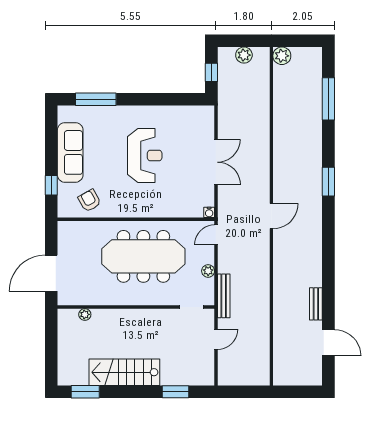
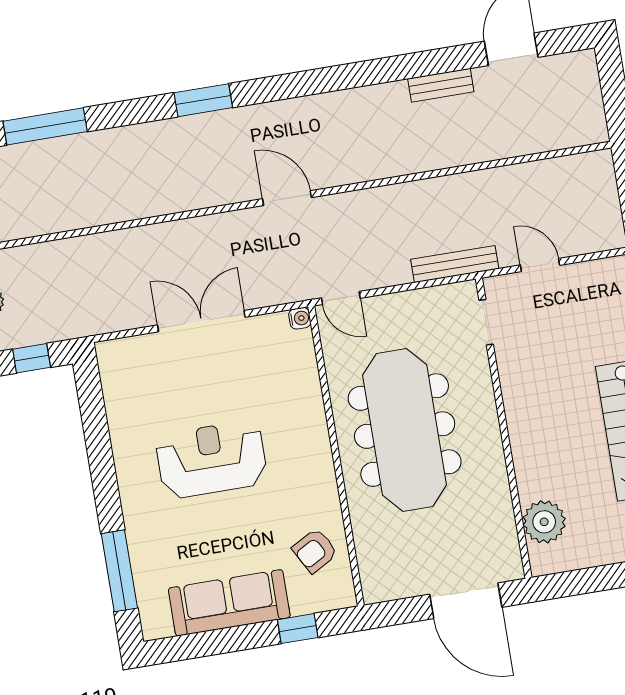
plant: (208, 271) -> (412, 302), removed
plant: (85, 314) -> (544, 522), width x1.88, depth x1.88

